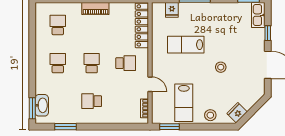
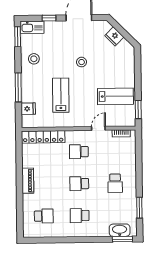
school desk: (58, 25) -> (44, 216), turned 180
lab bench: (186, 45) -> (61, 95), turned 180
school desk: (126, 63) -> (79, 152), turned -90
fridge: (237, 113) -> (114, 36), moved
stool: (210, 115) -> (34, 59), moved

